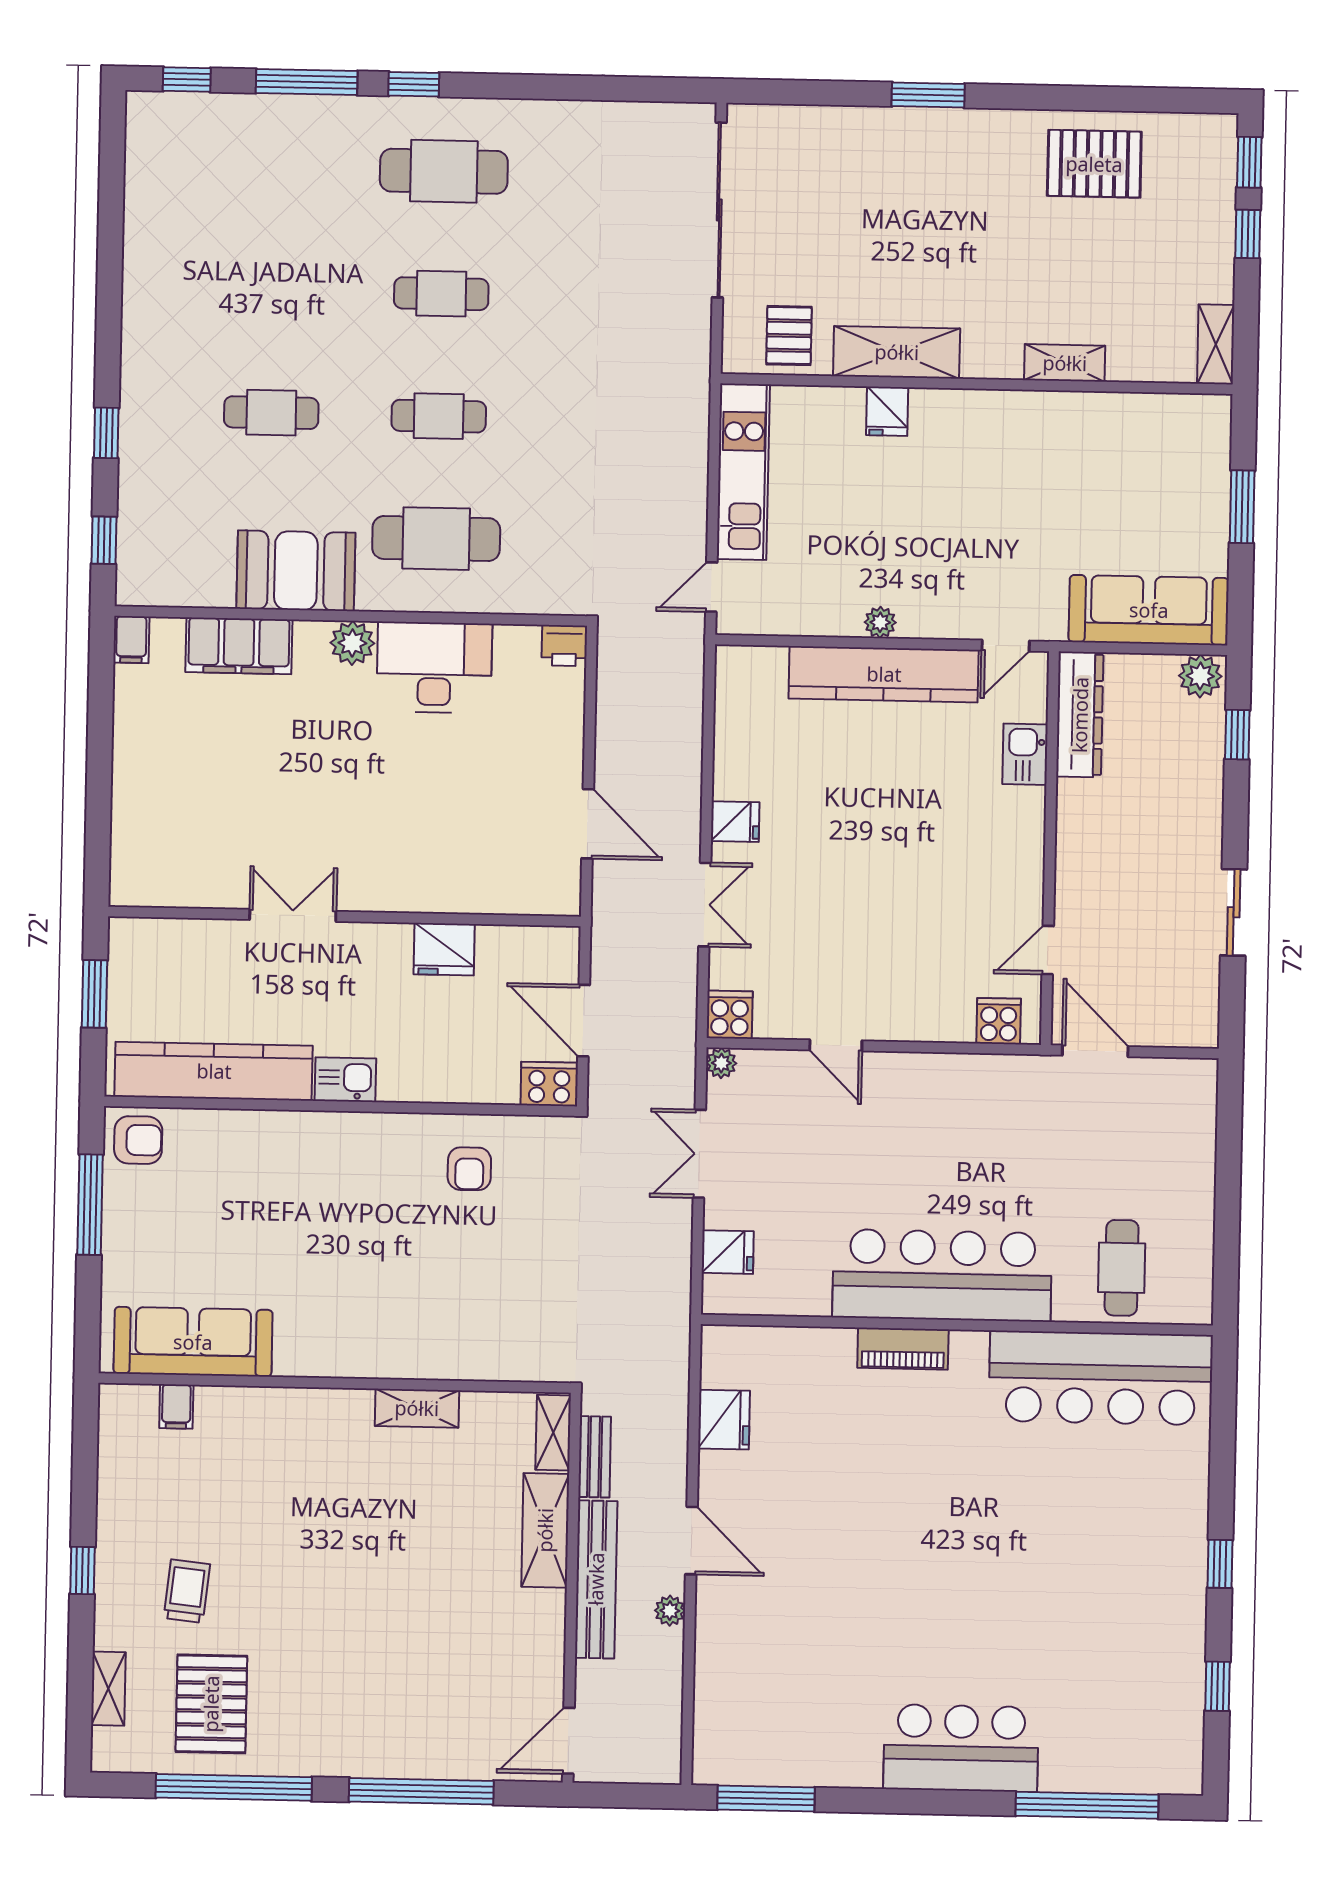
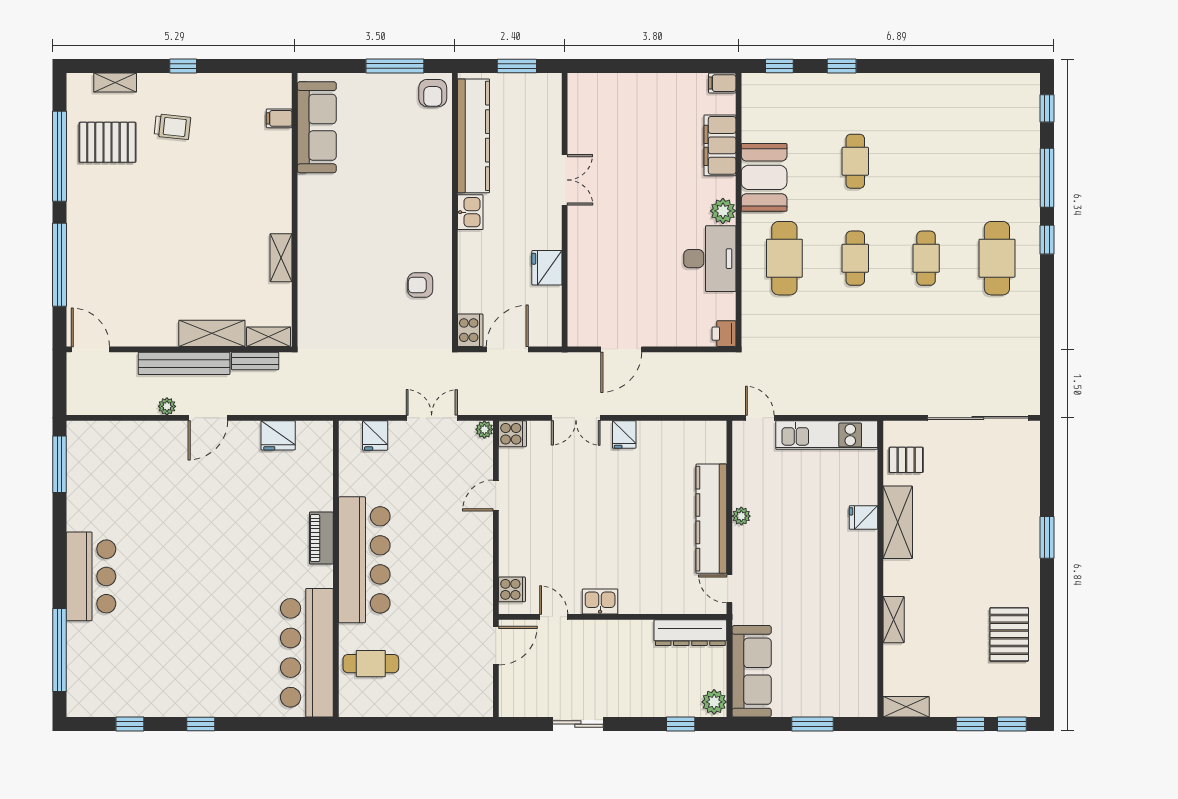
kitchen sink: (1025, 754) -> (600, 601), moved

